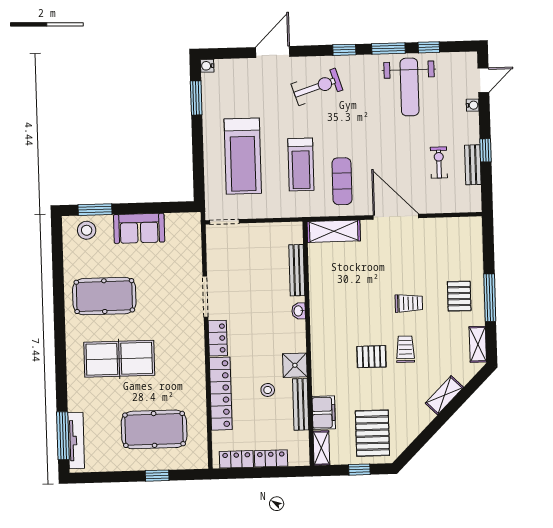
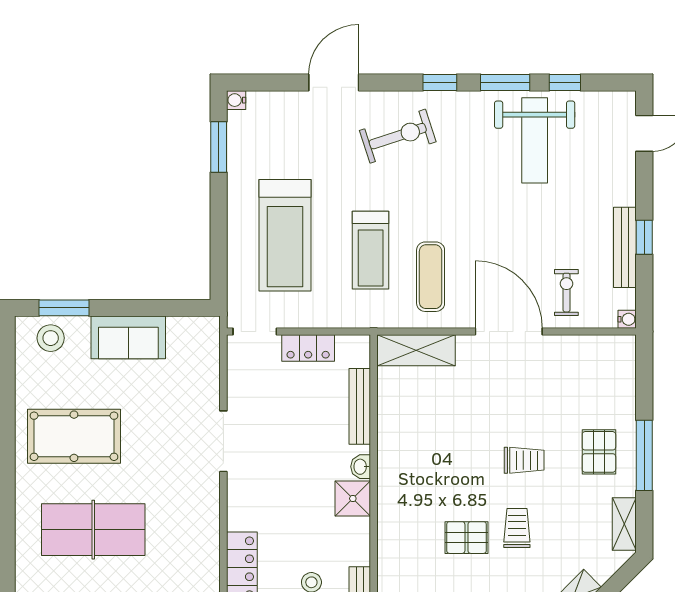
water cooler: (473, 105) -> (627, 319), moved
exercise bike: (439, 162) -> (566, 293), moved
bench: (473, 165) -> (625, 247), width x1.36
locker: (218, 338) -> (308, 348), moved, turned 90
shower: (295, 365) -> (353, 499), moved

